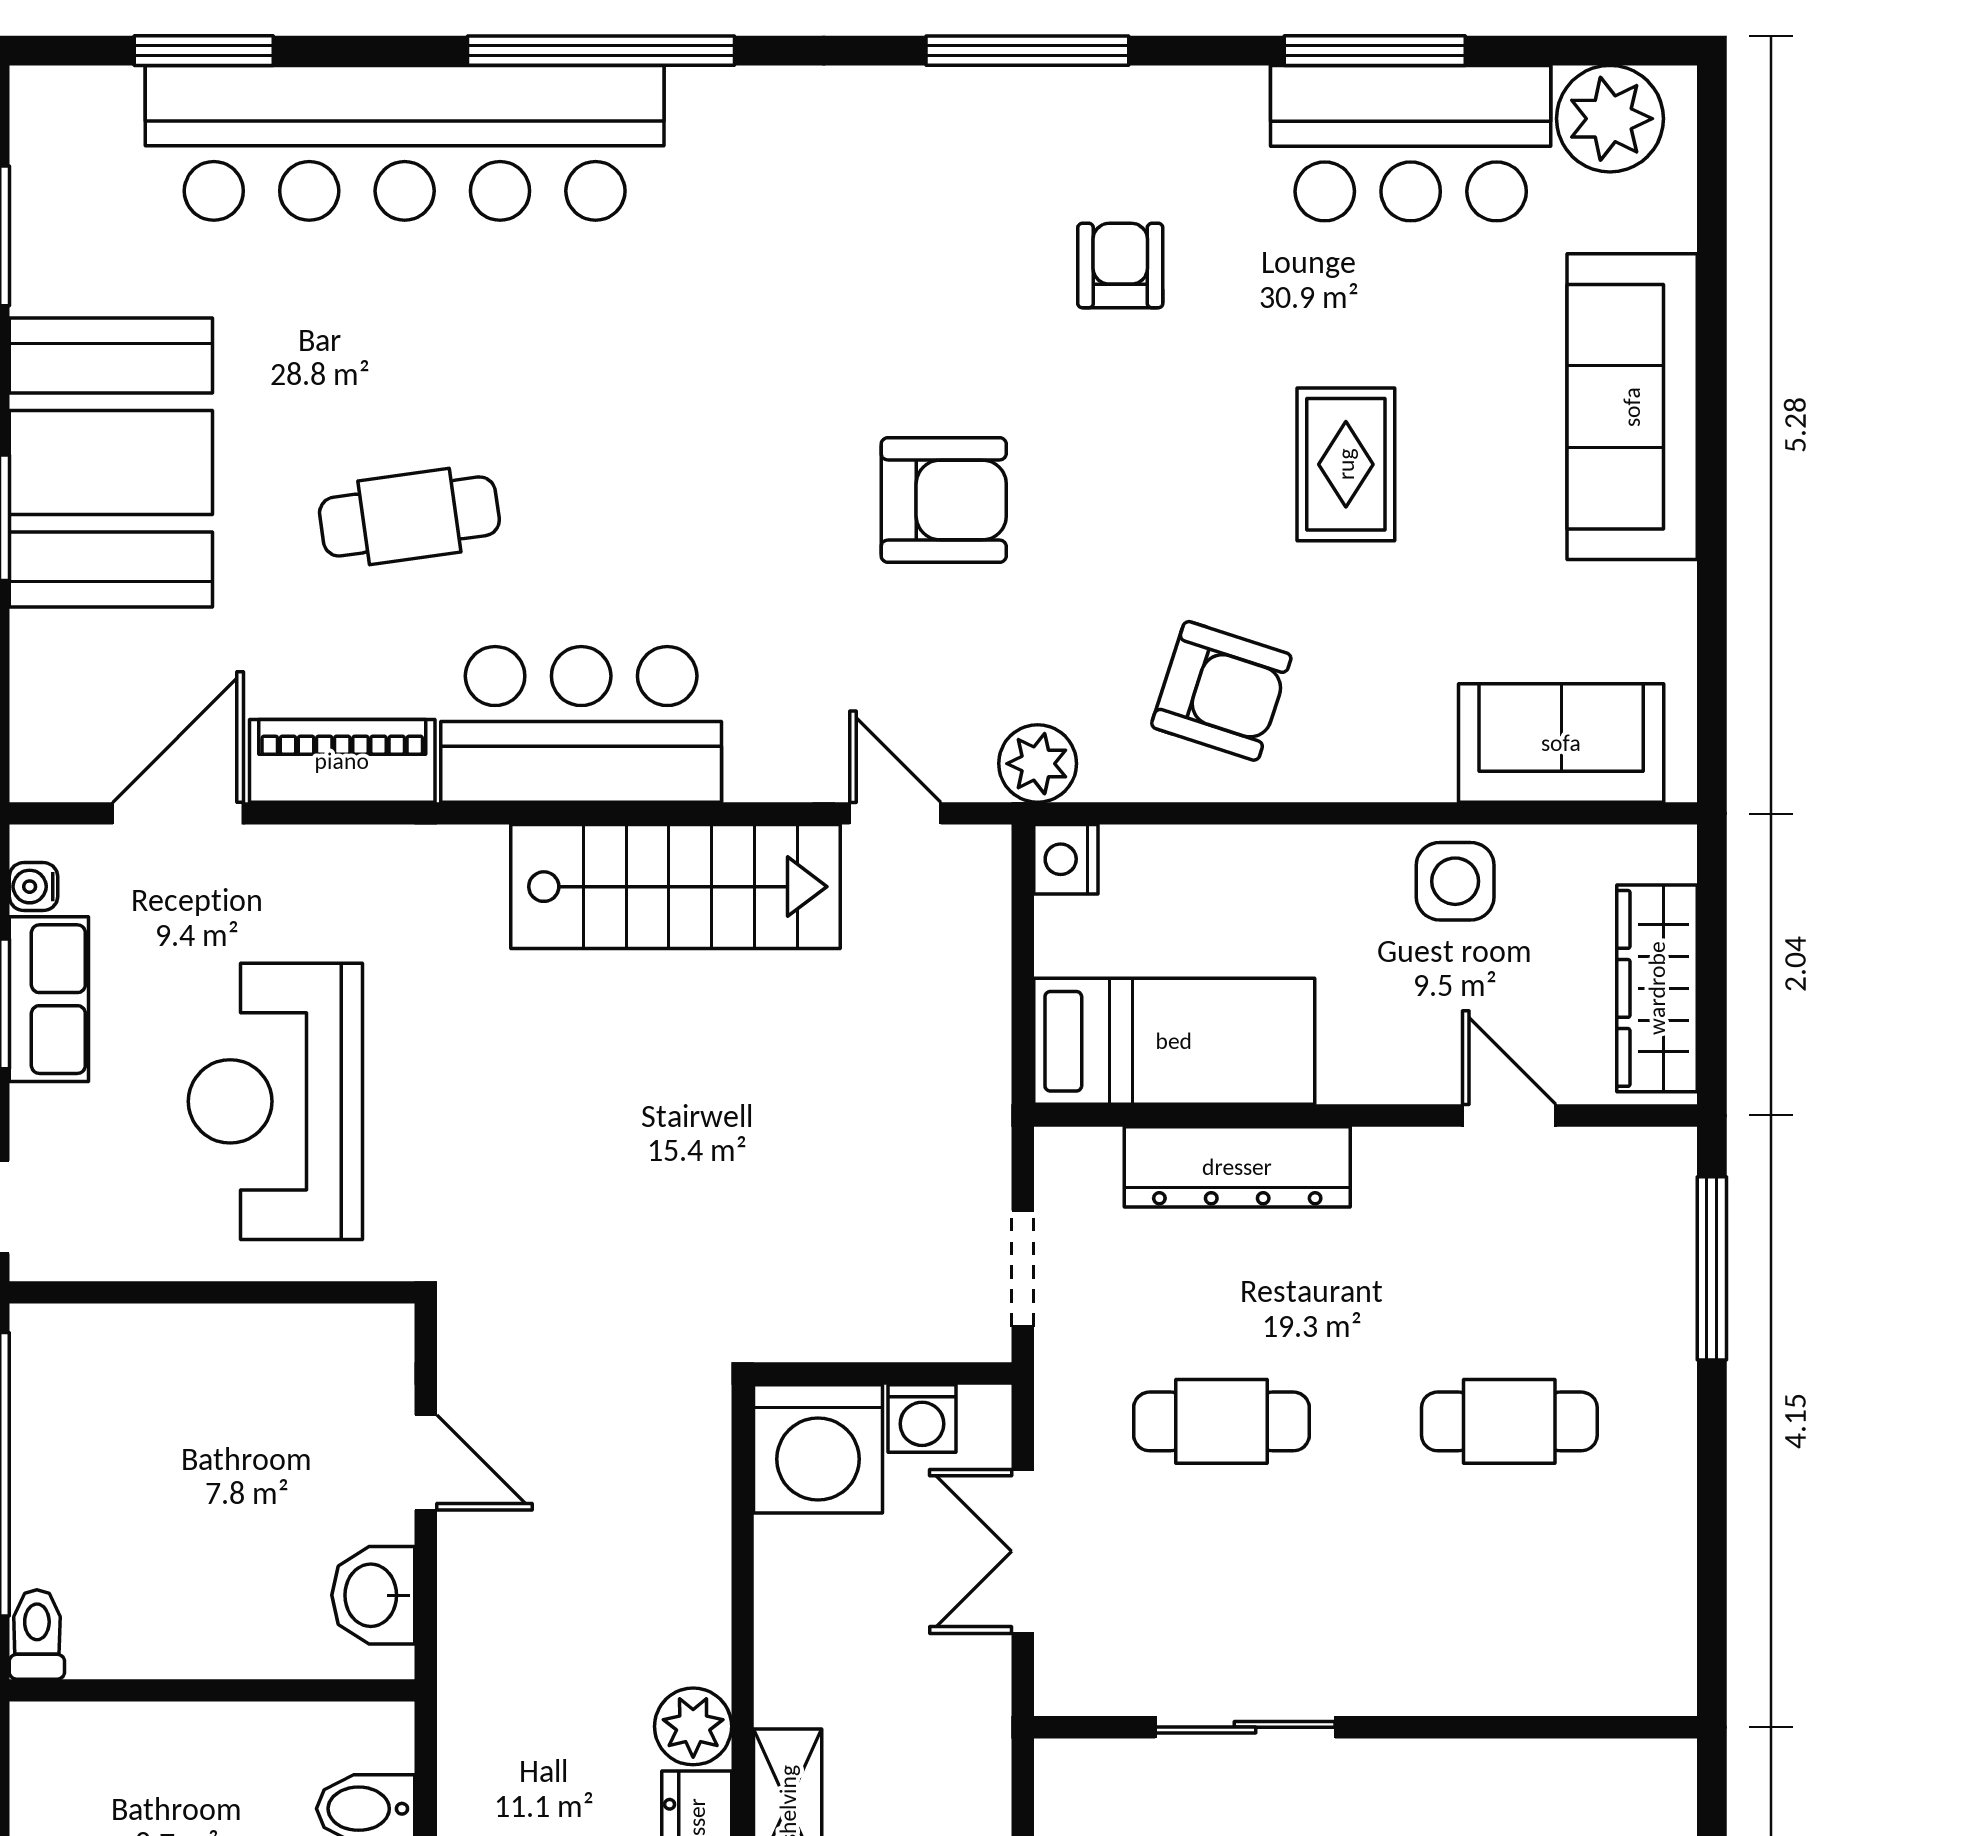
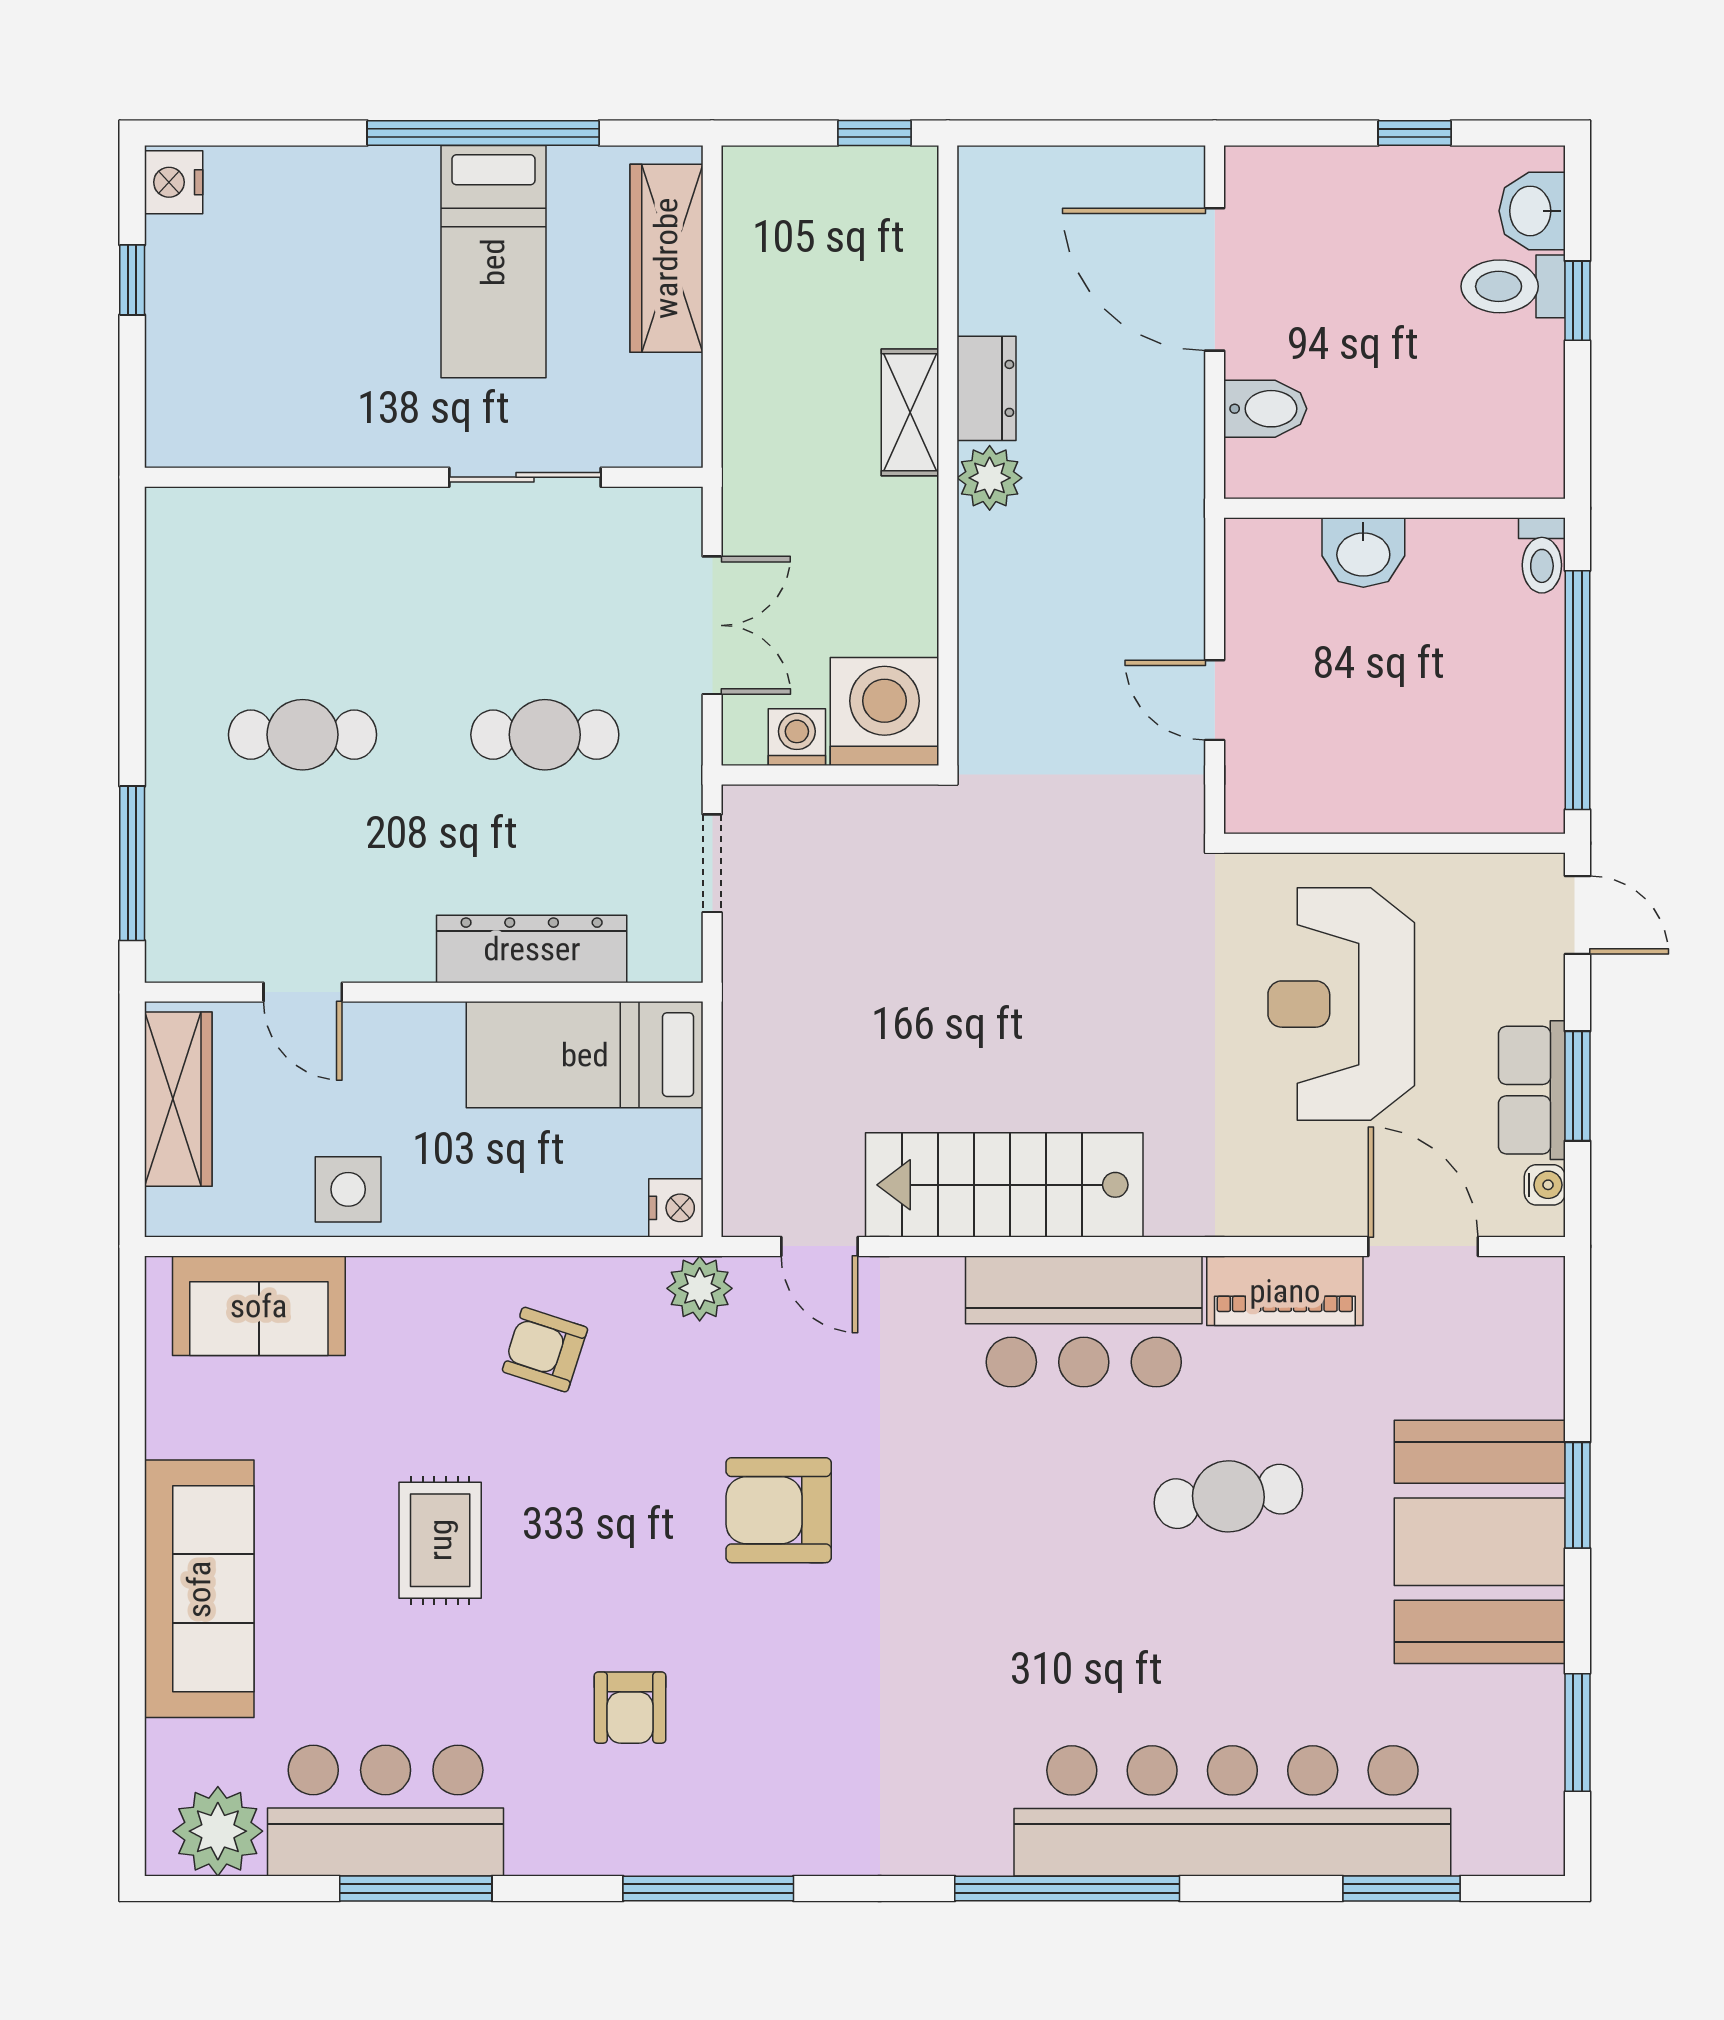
armchair: (1221, 691) -> (545, 1350), width x0.72, depth x0.72
door: (178, 813) -> (1423, 1246), swing flipped
reception desk: (275, 1101) -> (1341, 1004), turned 180
washbasin: (373, 1595) -> (1363, 552), moved, turned 90

